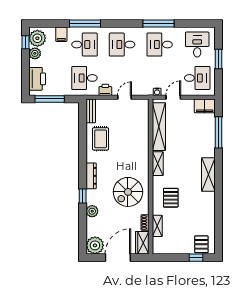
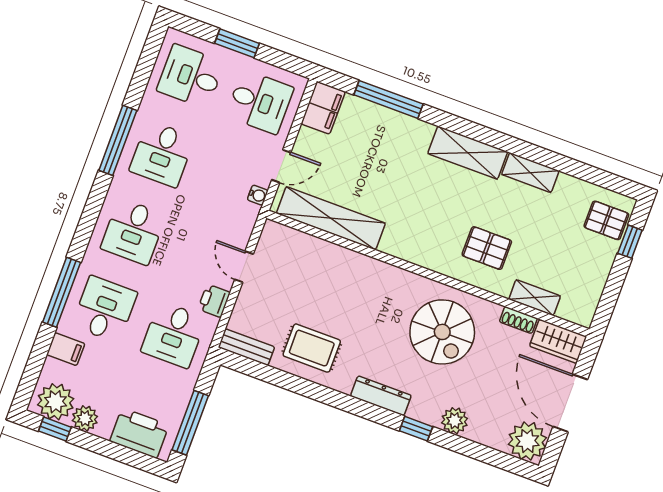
desk: (197, 78) -> (260, 102), turned 90
door: (173, 97) -> (281, 166), swing flipped
shelving: (158, 164) -> (530, 173), moved

